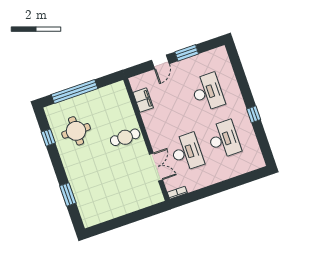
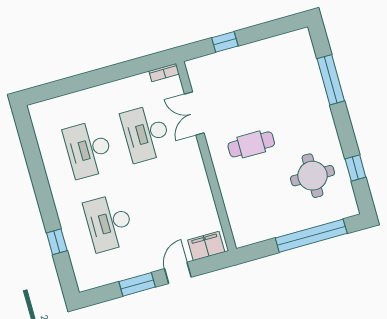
filing cabinet: (143, 100) -> (206, 246), moved, turned 90
window: (254, 114) -> (57, 242), moved
cafe table: (125, 137) -> (251, 144), moved
window: (68, 194) -> (331, 80), width x1.44
window: (139, 215) -> (225, 42), added

